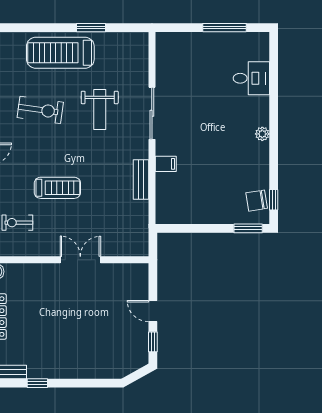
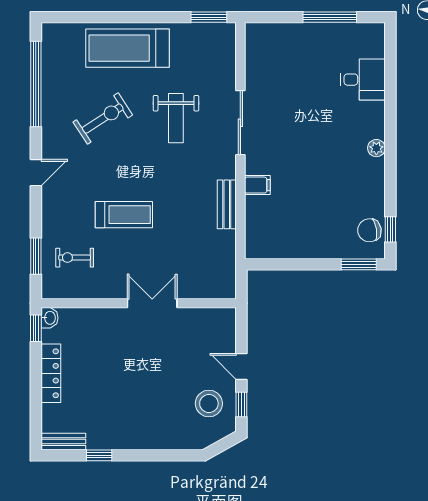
window: (91, 28) -> (209, 17), moved
exercise bike: (40, 110) -> (103, 119), turned -41
stool: (126, 341) -> (209, 404), added

